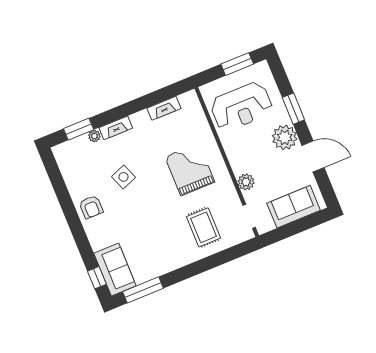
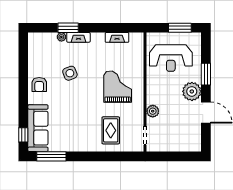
window: (79, 129) -> (68, 28), moved
sofa: (294, 207) -> (178, 142), removed
sofa: (115, 270) -> (38, 128), width x1.36

